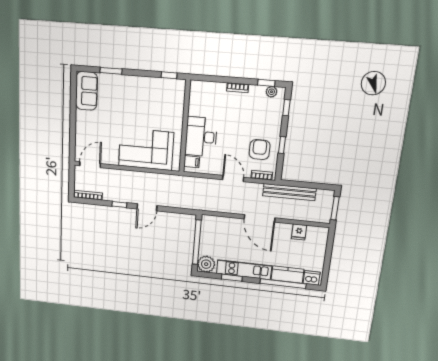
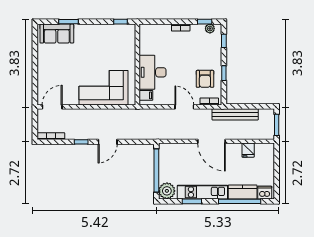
sofa: (86, 91) -> (57, 34), moved, turned 90
armchair: (260, 150) -> (205, 79), turned 180

